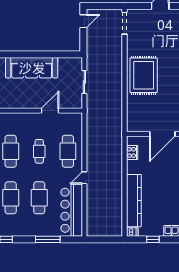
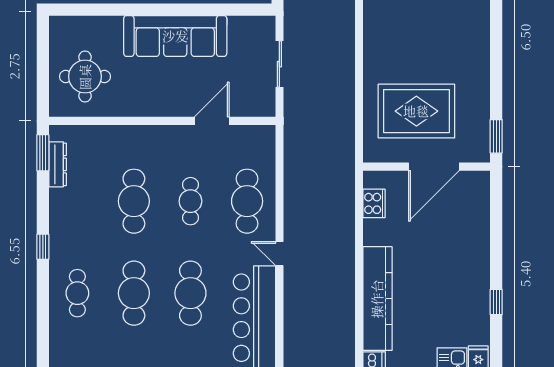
rug: (144, 75) -> (416, 111), moved, turned 90
door: (84, 178) -> (279, 254), hinge flipped

